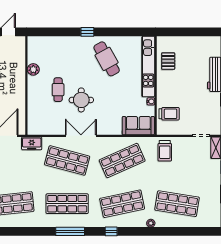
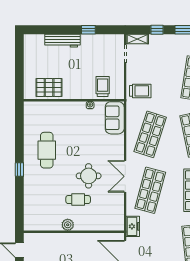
cafe table: (107, 59) -> (47, 150), turned -61
pallet: (168, 61) -> (49, 87), width x1.50, depth x1.42
kitchen unit: (148, 66) -> (54, 108), removed
plant: (33, 69) -> (68, 225), moved
shop shelf: (122, 160) -> (150, 134), turned 42

